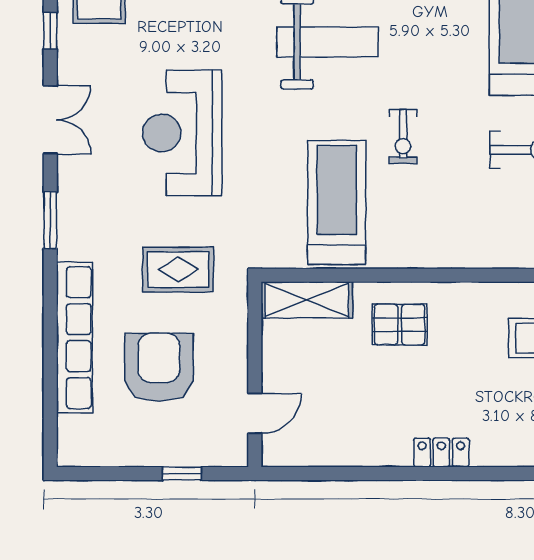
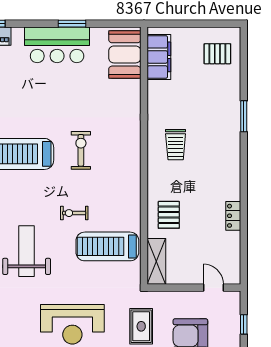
exercise bike: (403, 136) -> (74, 213), turned 180
locker: (441, 452) -> (233, 216), moved

